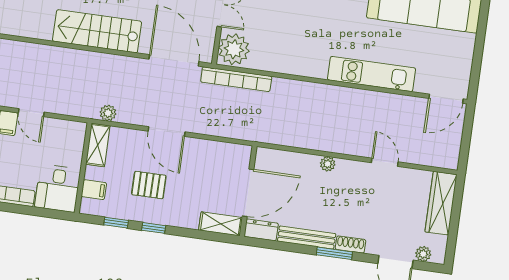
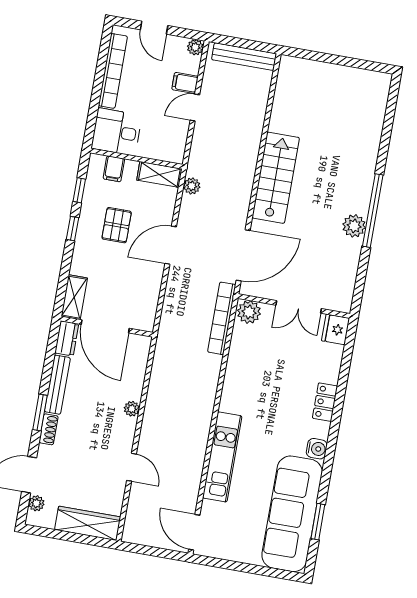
plant: (234, 49) -> (249, 312), width x0.73, depth x0.73
door: (385, 162) -> (131, 467), hinge flipped

